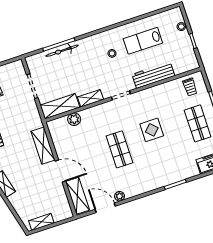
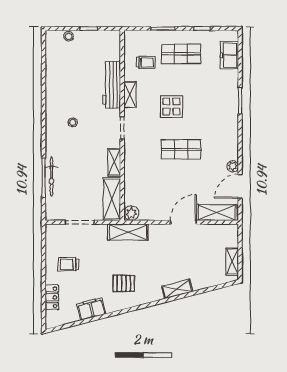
lab bench: (143, 41) -> (70, 84), removed
trolley: (190, 87) -> (146, 62), moved
shelving: (150, 93) -> (130, 95), added
plant: (74, 119) -> (131, 213), moved
shelving: (43, 146) -> (128, 232), moved

